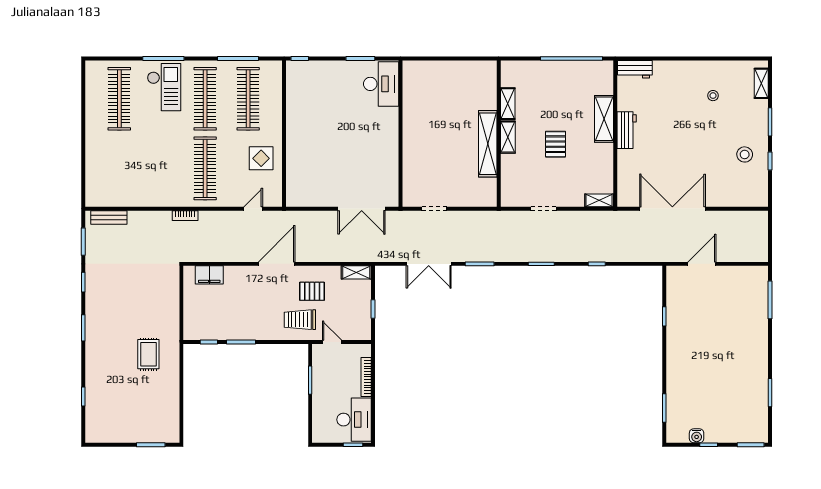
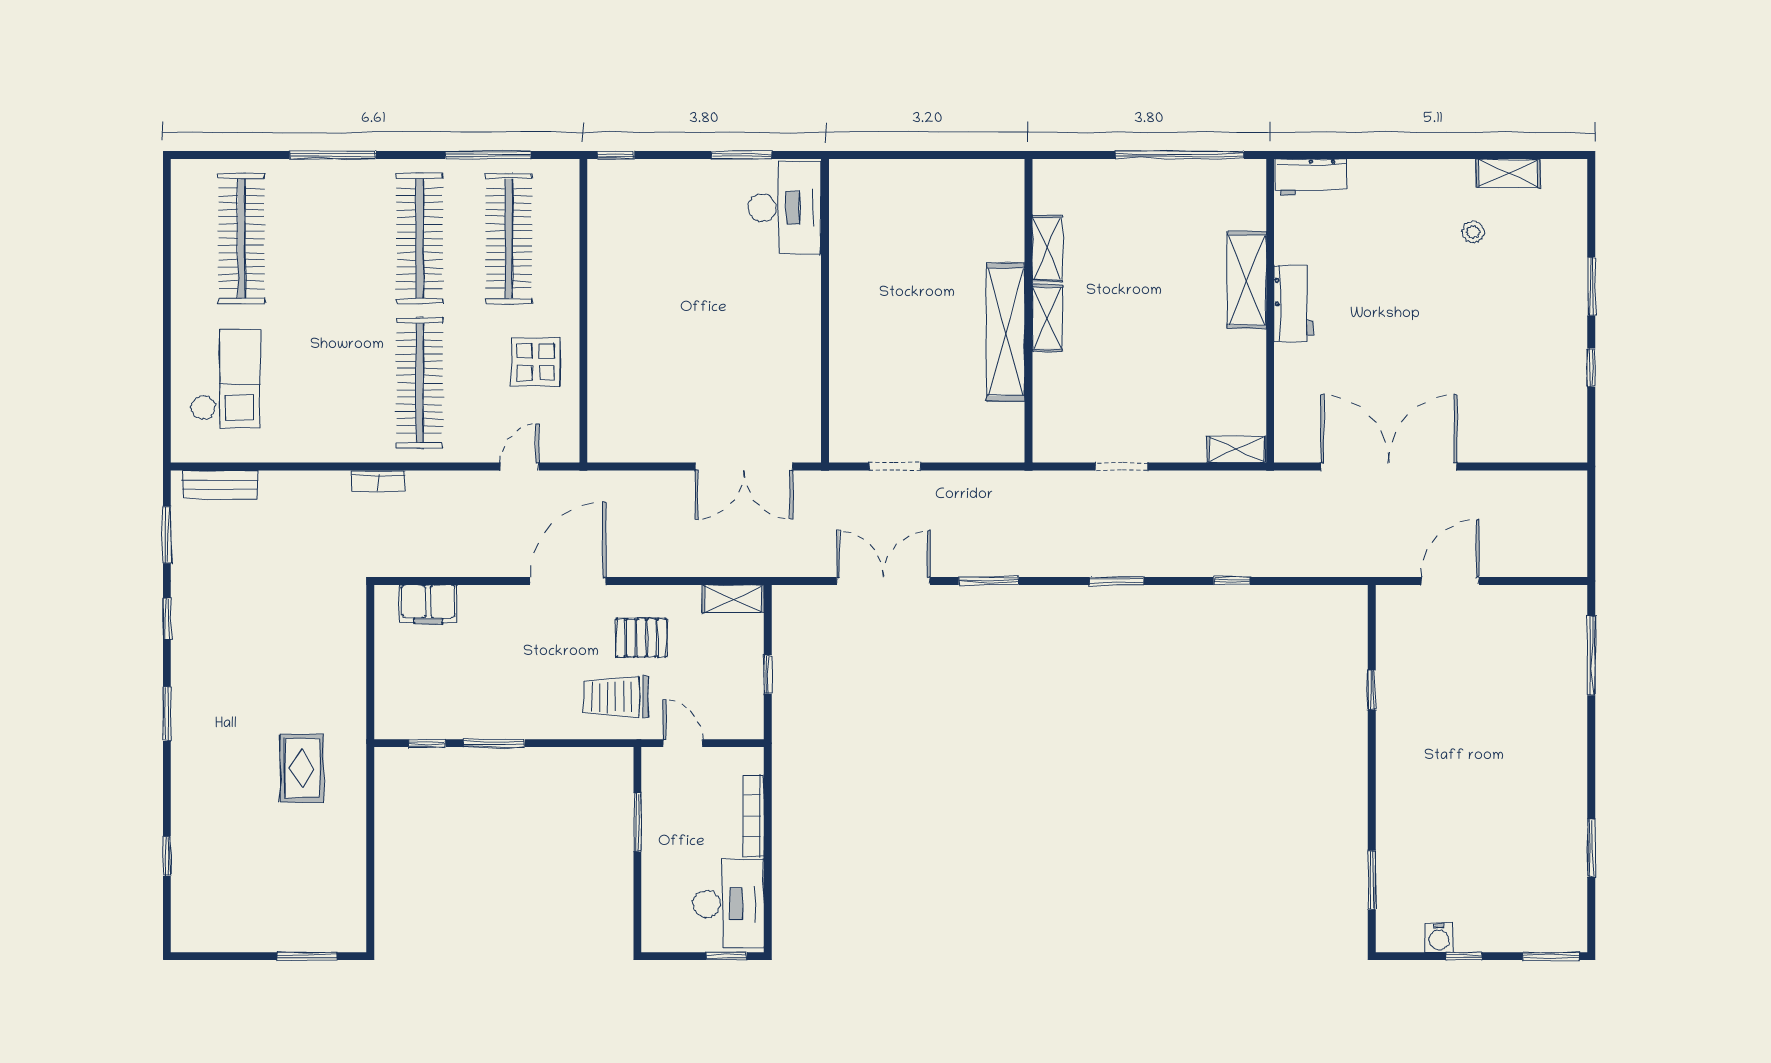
shelving: (761, 83) -> (1508, 173), moved, turned 90
checkout: (164, 87) -> (225, 379), moved
pallet: (555, 144) -> (1146, 333), removed
stool: (745, 154) -> (1539, 354), removed
double door: (429, 264) -> (883, 581), swing flipped

